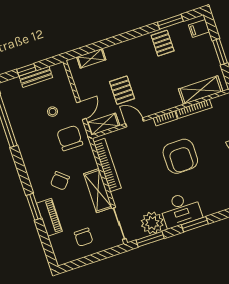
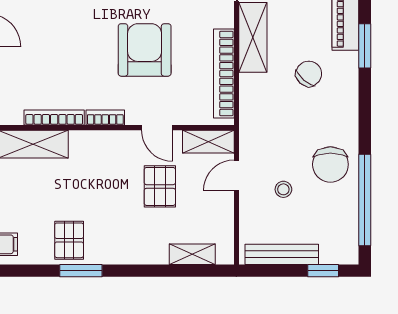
window: (170, 22) -> (81, 271), moved
window: (26, 70) -> (323, 271), moved
bench: (36, 77) -> (282, 254), width x1.36
chair: (70, 138) -> (330, 164), moved
armchair: (180, 156) -> (145, 50), moved

